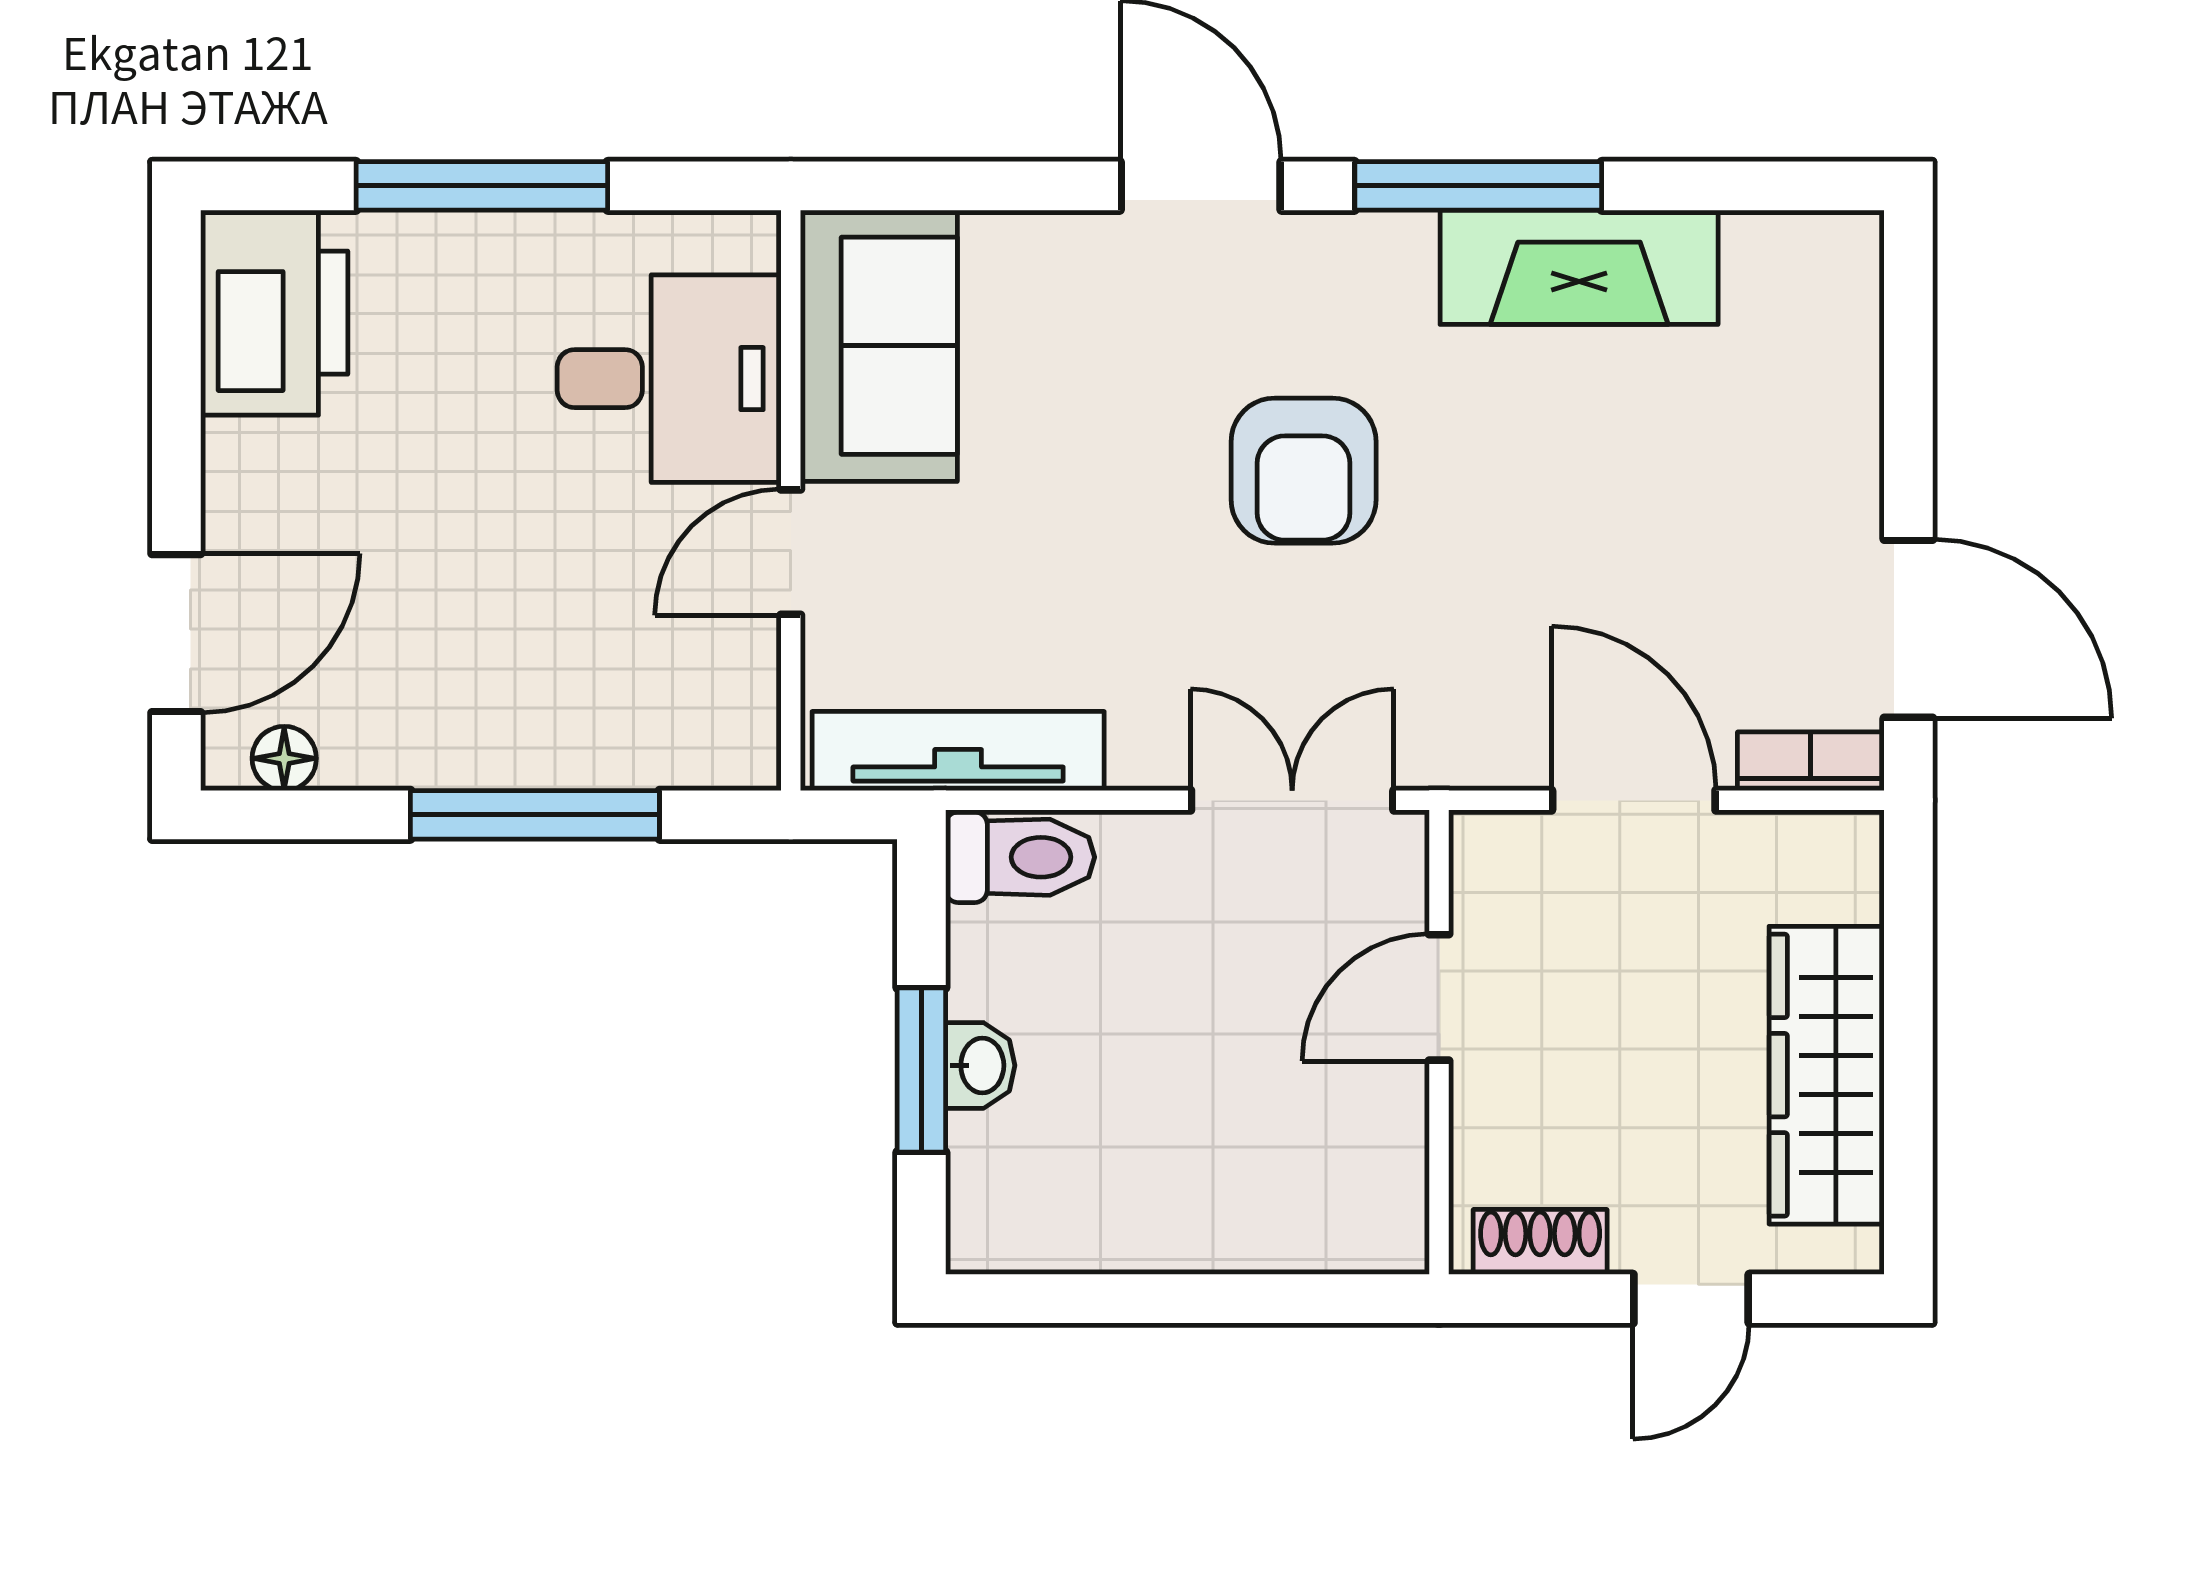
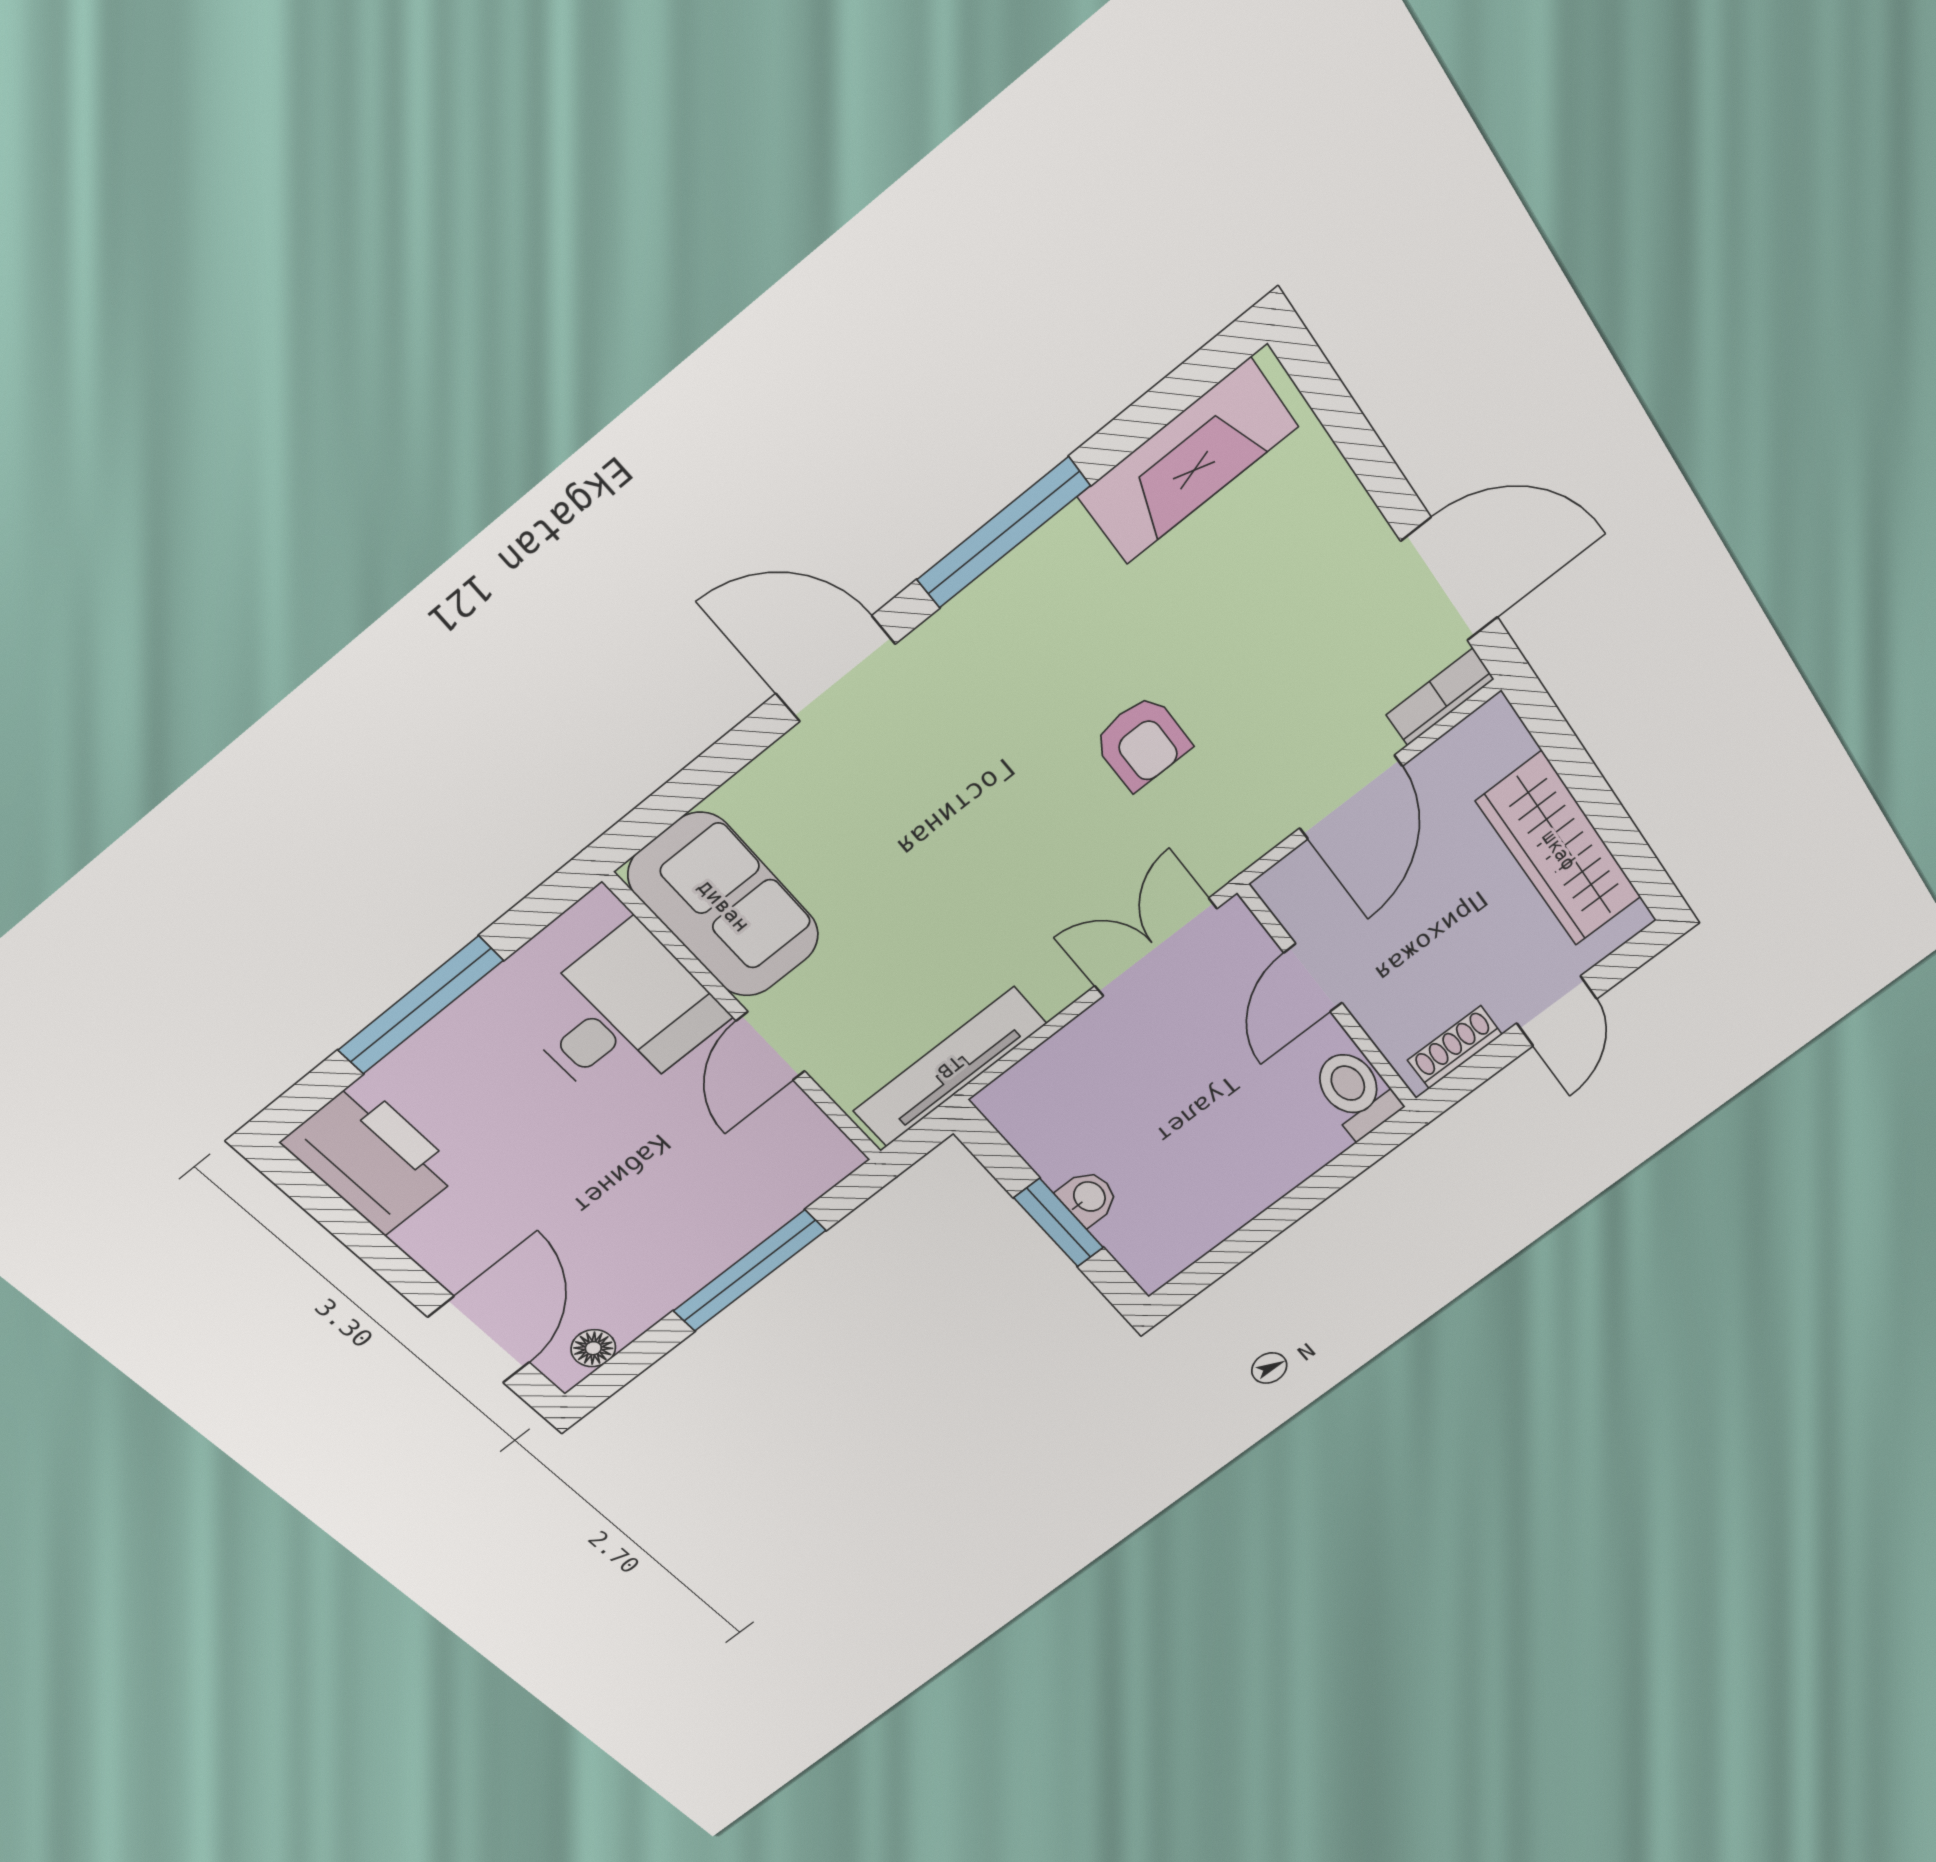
fireplace: (1579, 267) -> (1188, 462), moved
armchair: (1304, 471) -> (1142, 743), moved, width x0.72, depth x0.72
door: (1634, 800) -> (1351, 797), swing flipped
toilet: (1020, 857) -> (1355, 1092), moved, turned -90

